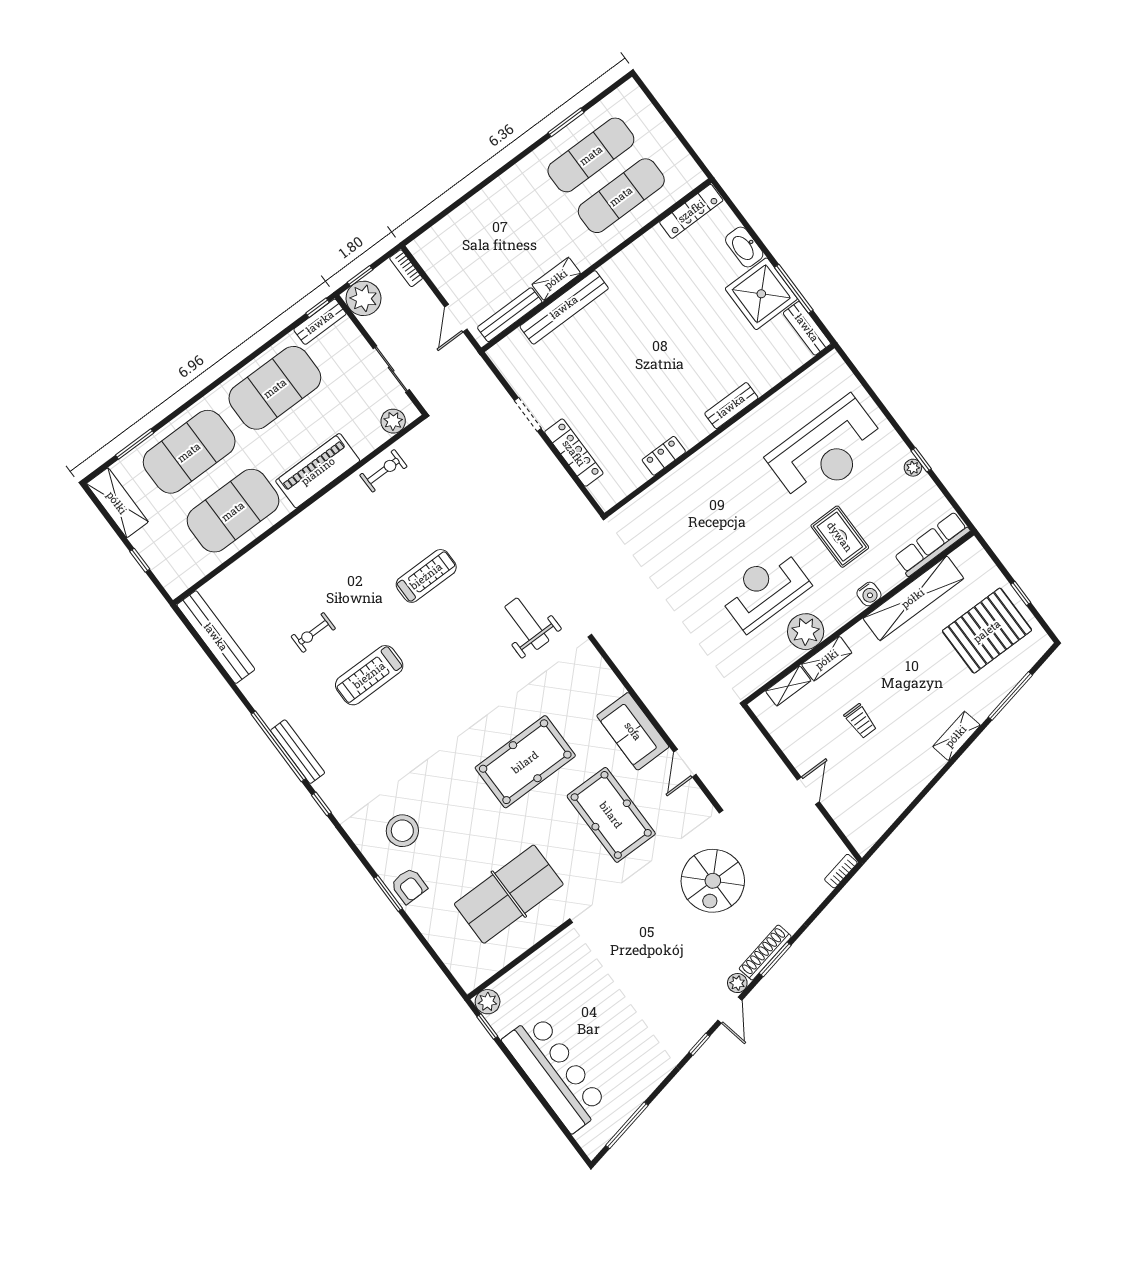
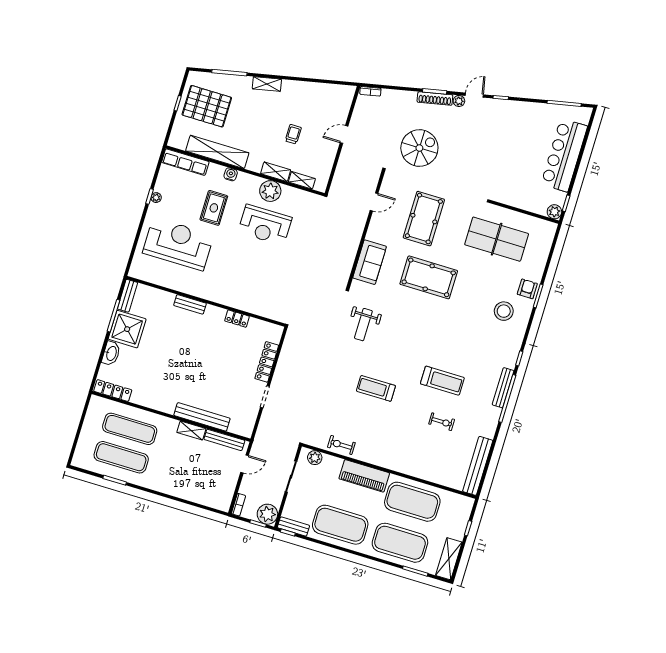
sofa: (633, 731) -> (370, 262), moved

